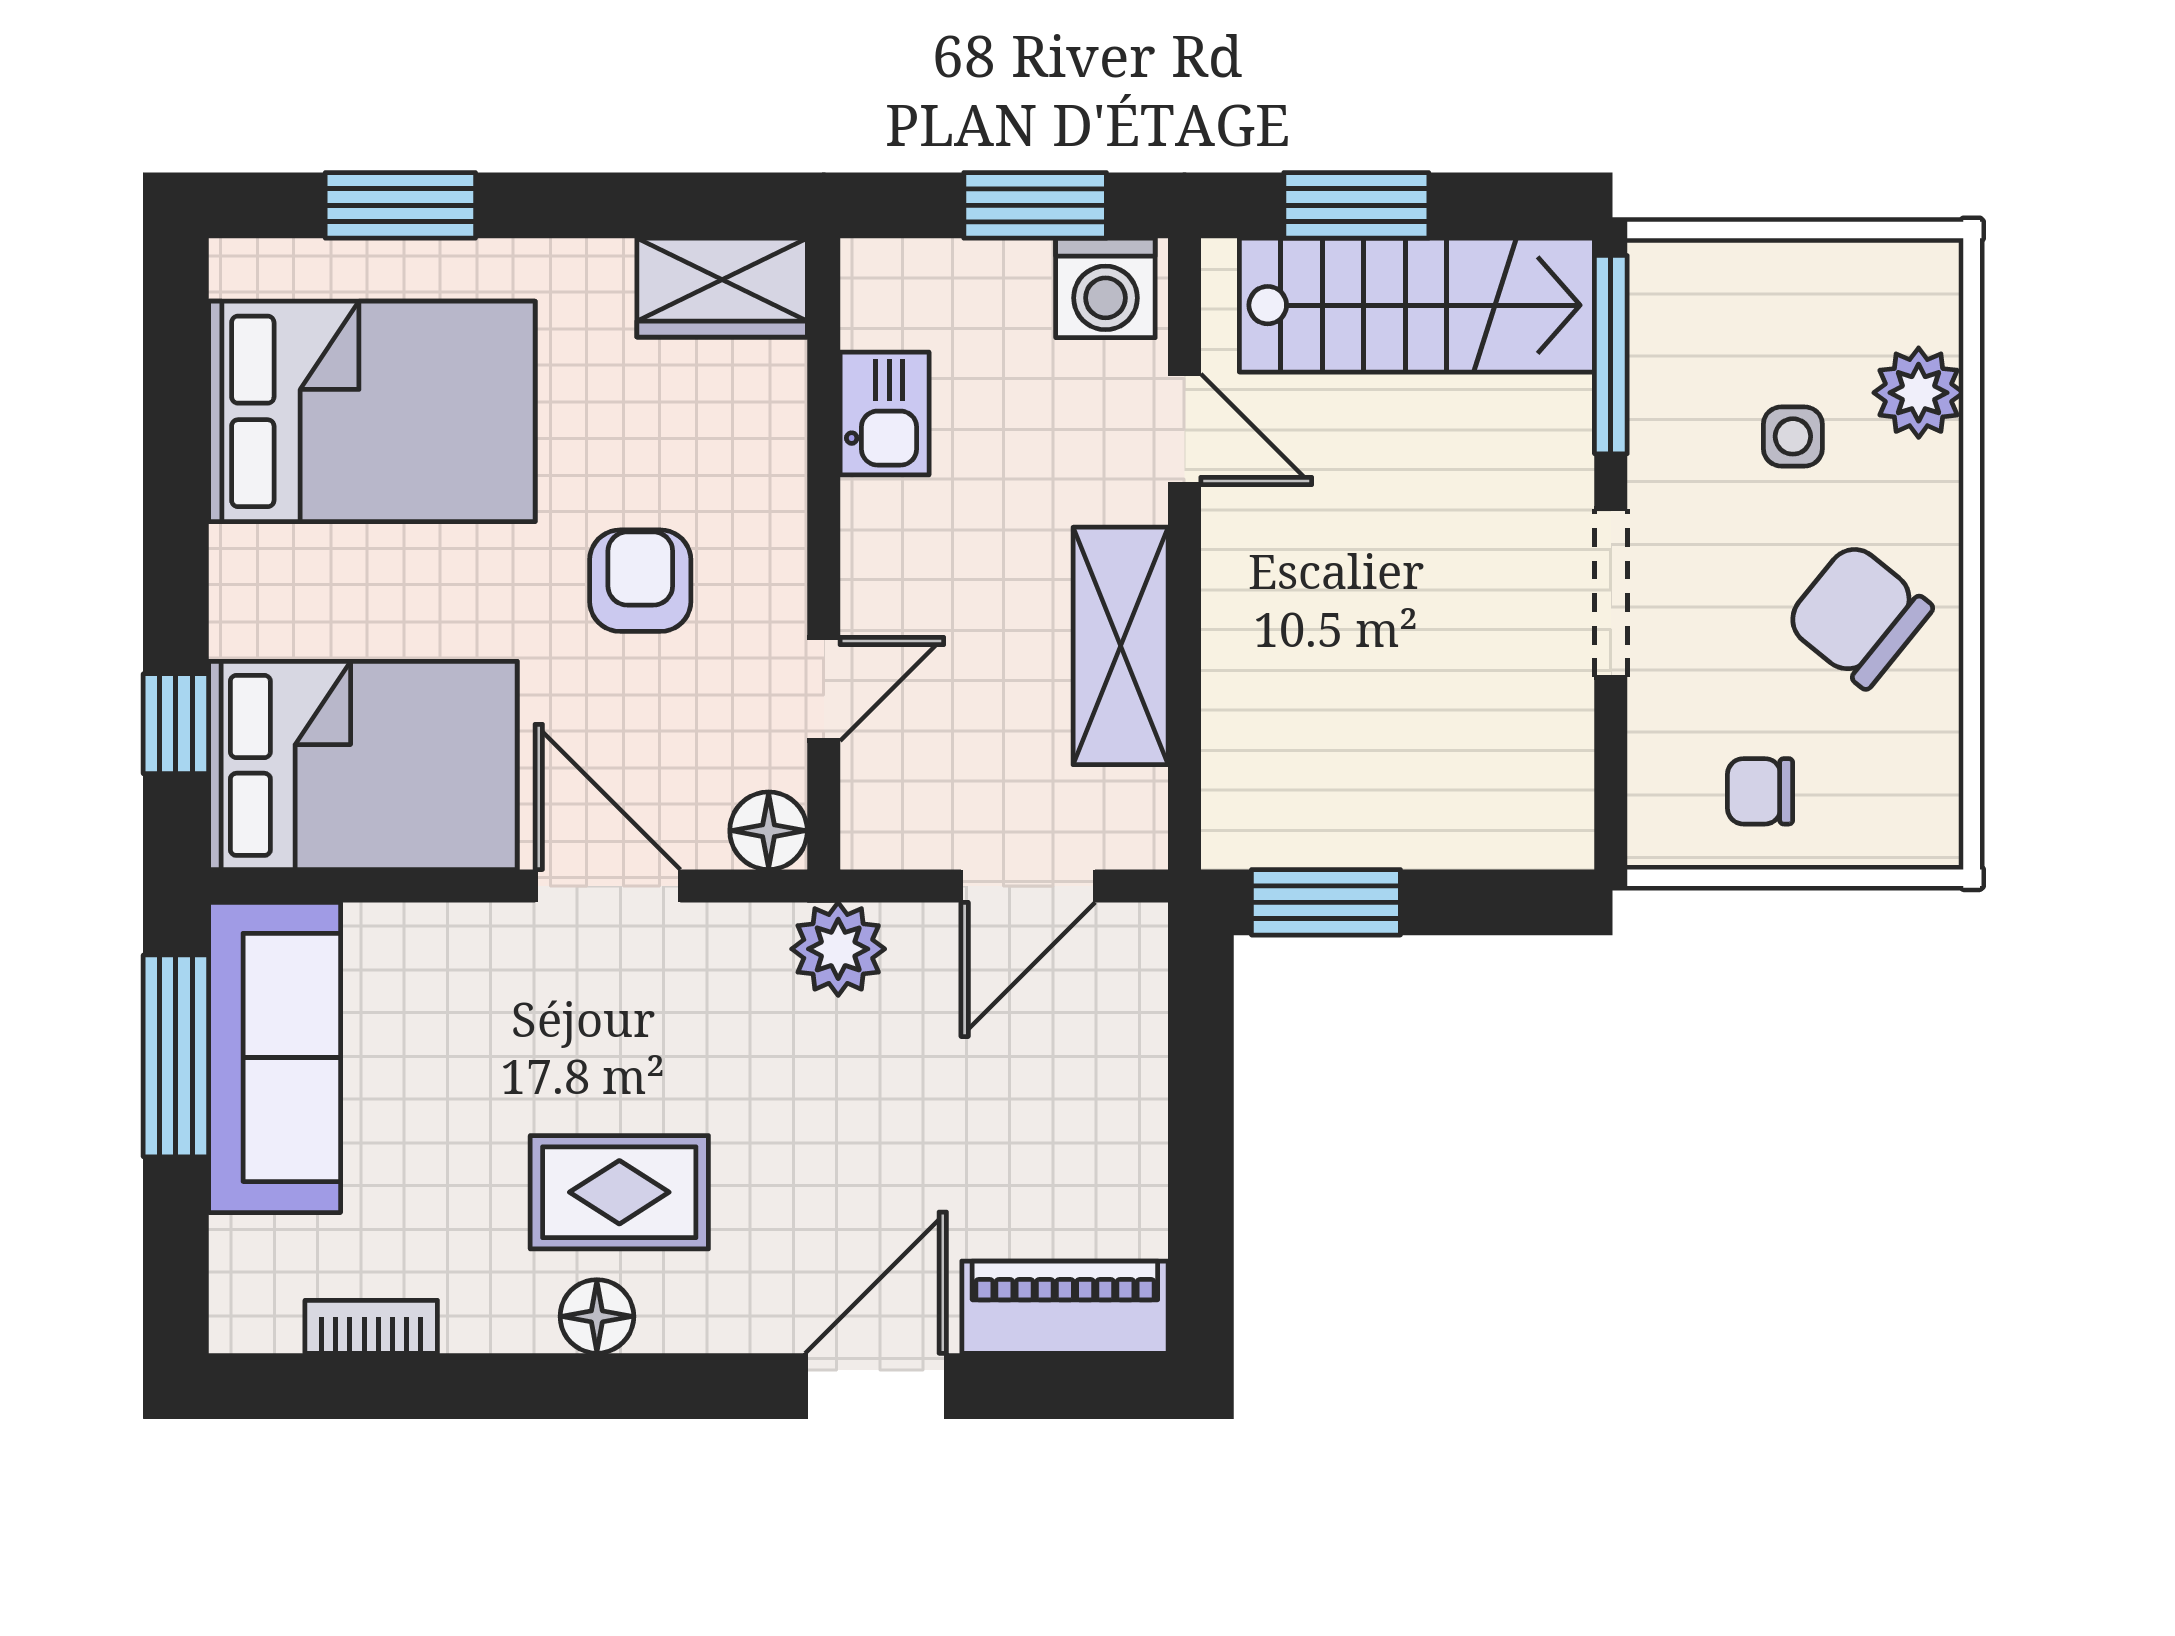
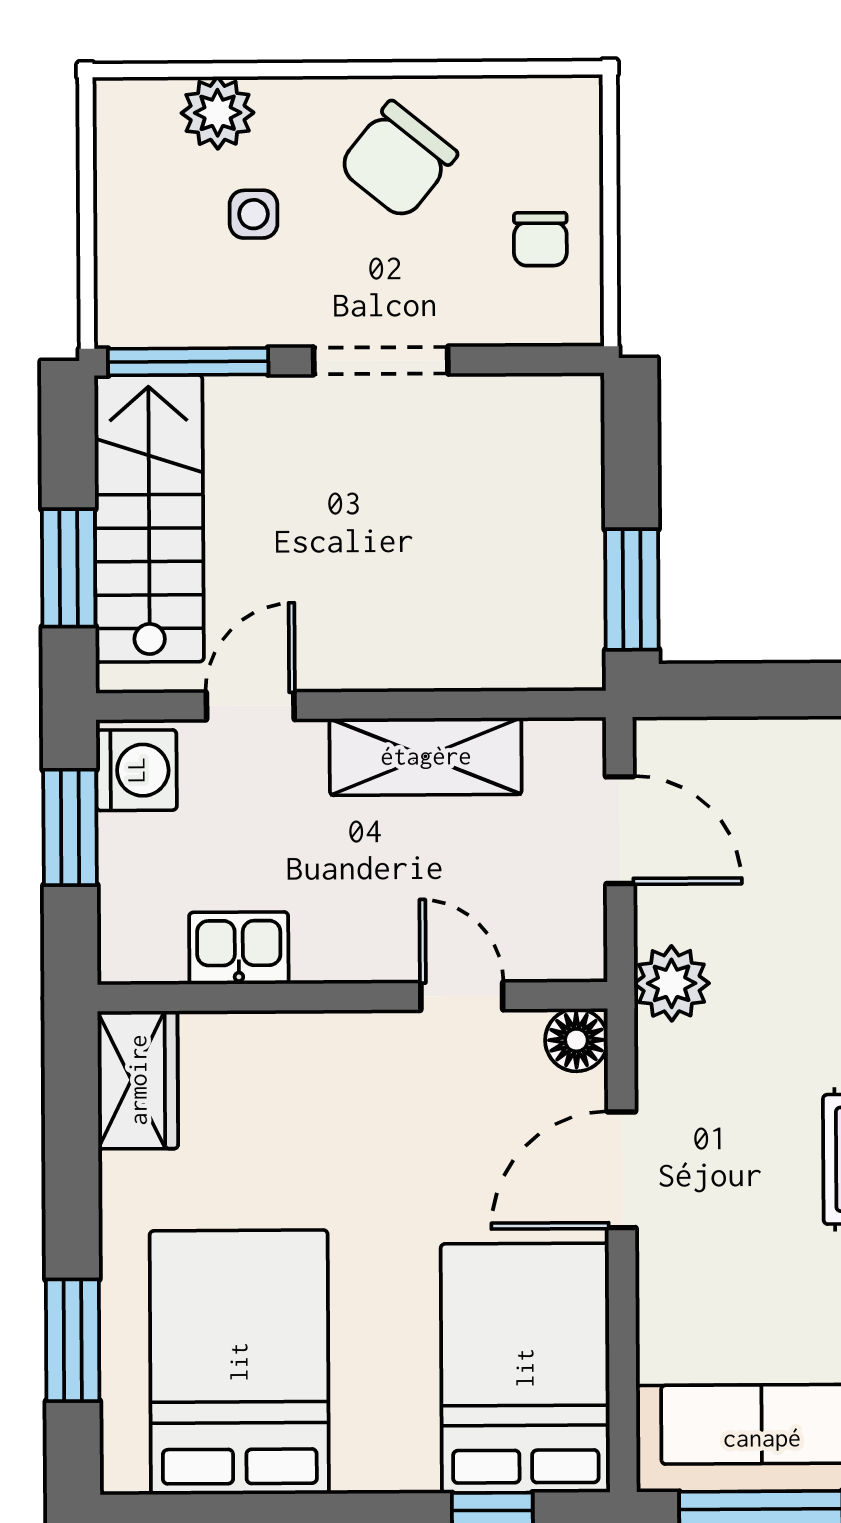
armchair: (640, 581) -> (375, 1145), removed

